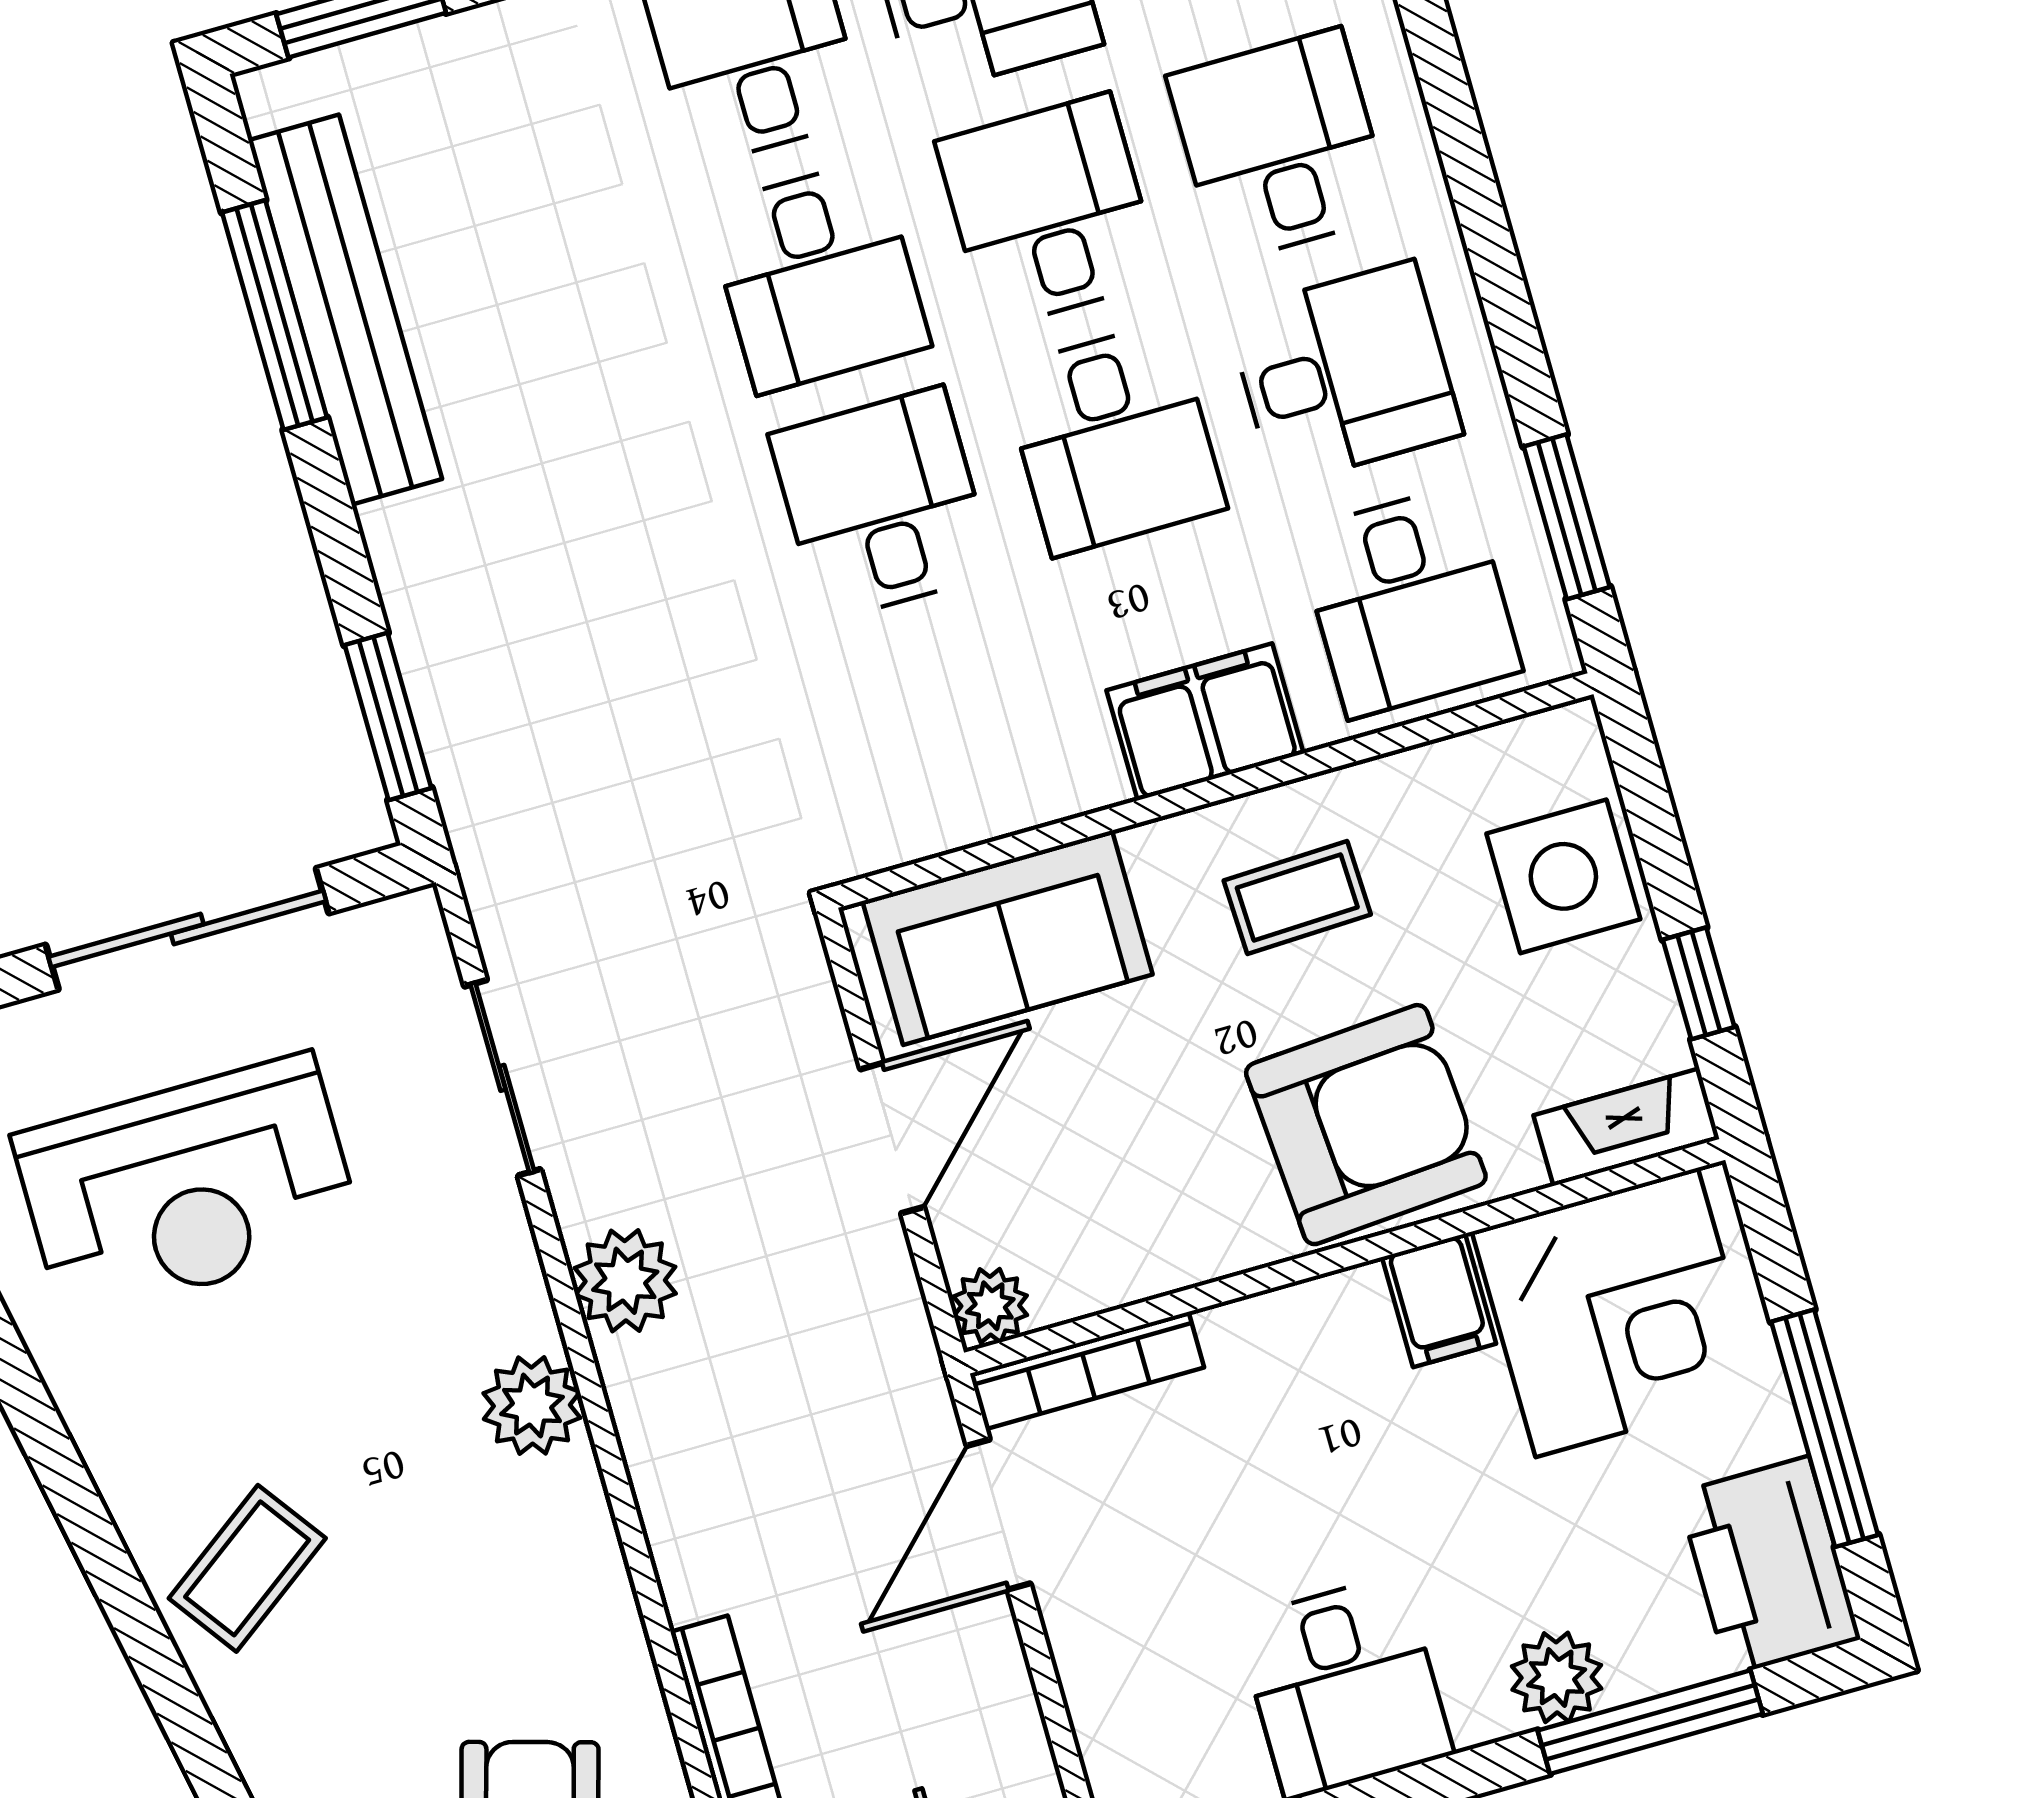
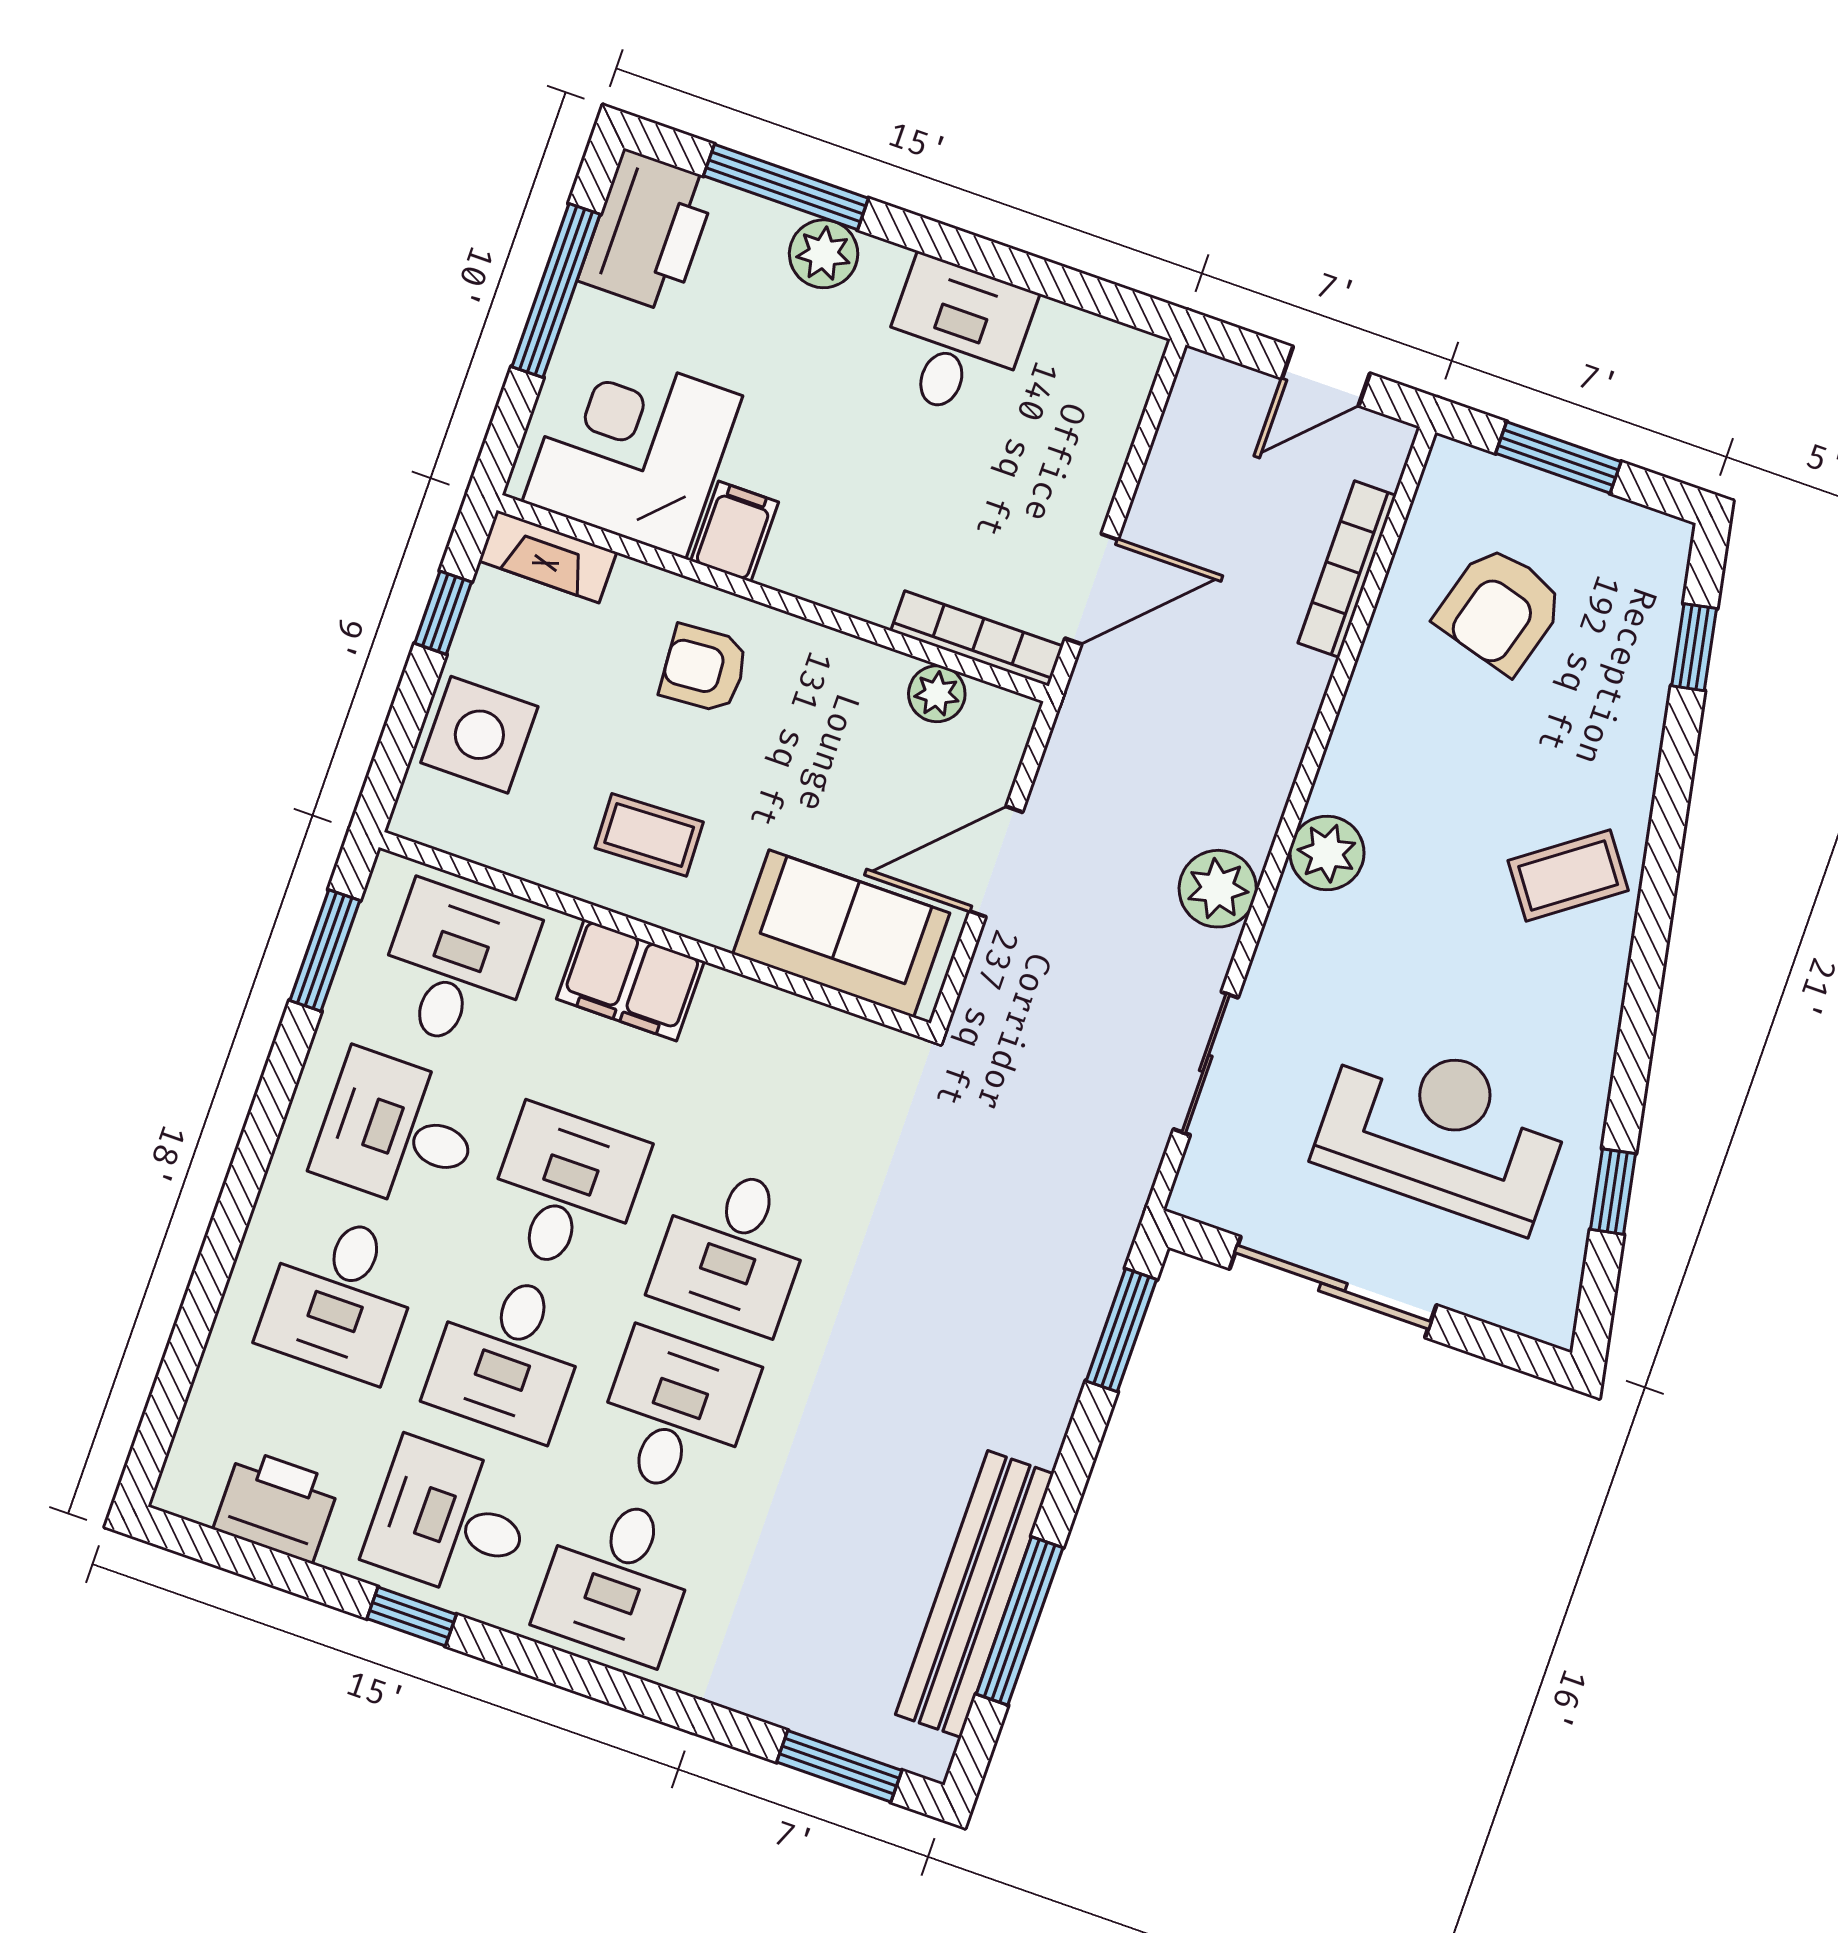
armchair: (1366, 1125) -> (704, 669), width x0.53, depth x0.53
plant: (990, 1306) -> (937, 694), moved

